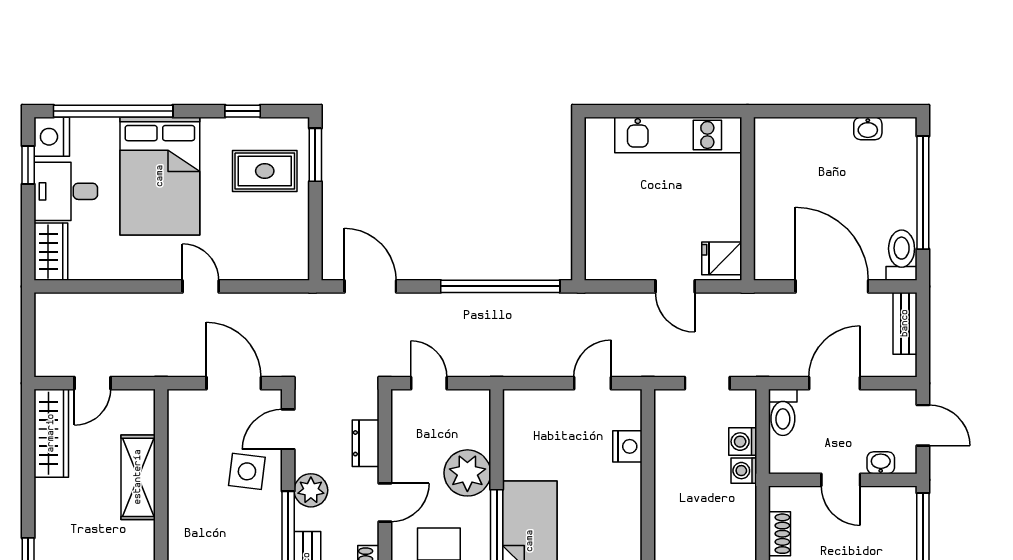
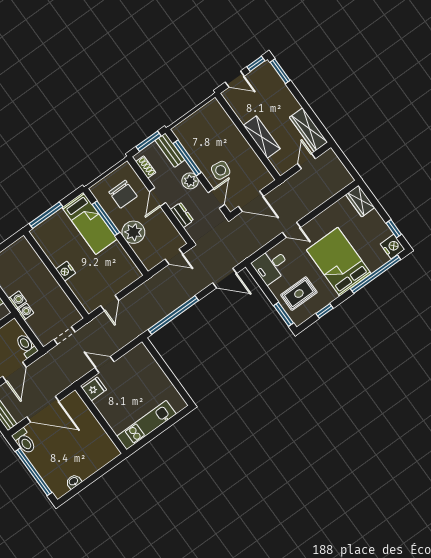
desk: (66, 191) -> (271, 266), moved, turned 180
washing machine: (743, 442) -> (17, 300), moved
nightstand: (627, 446) -> (66, 271), moved

